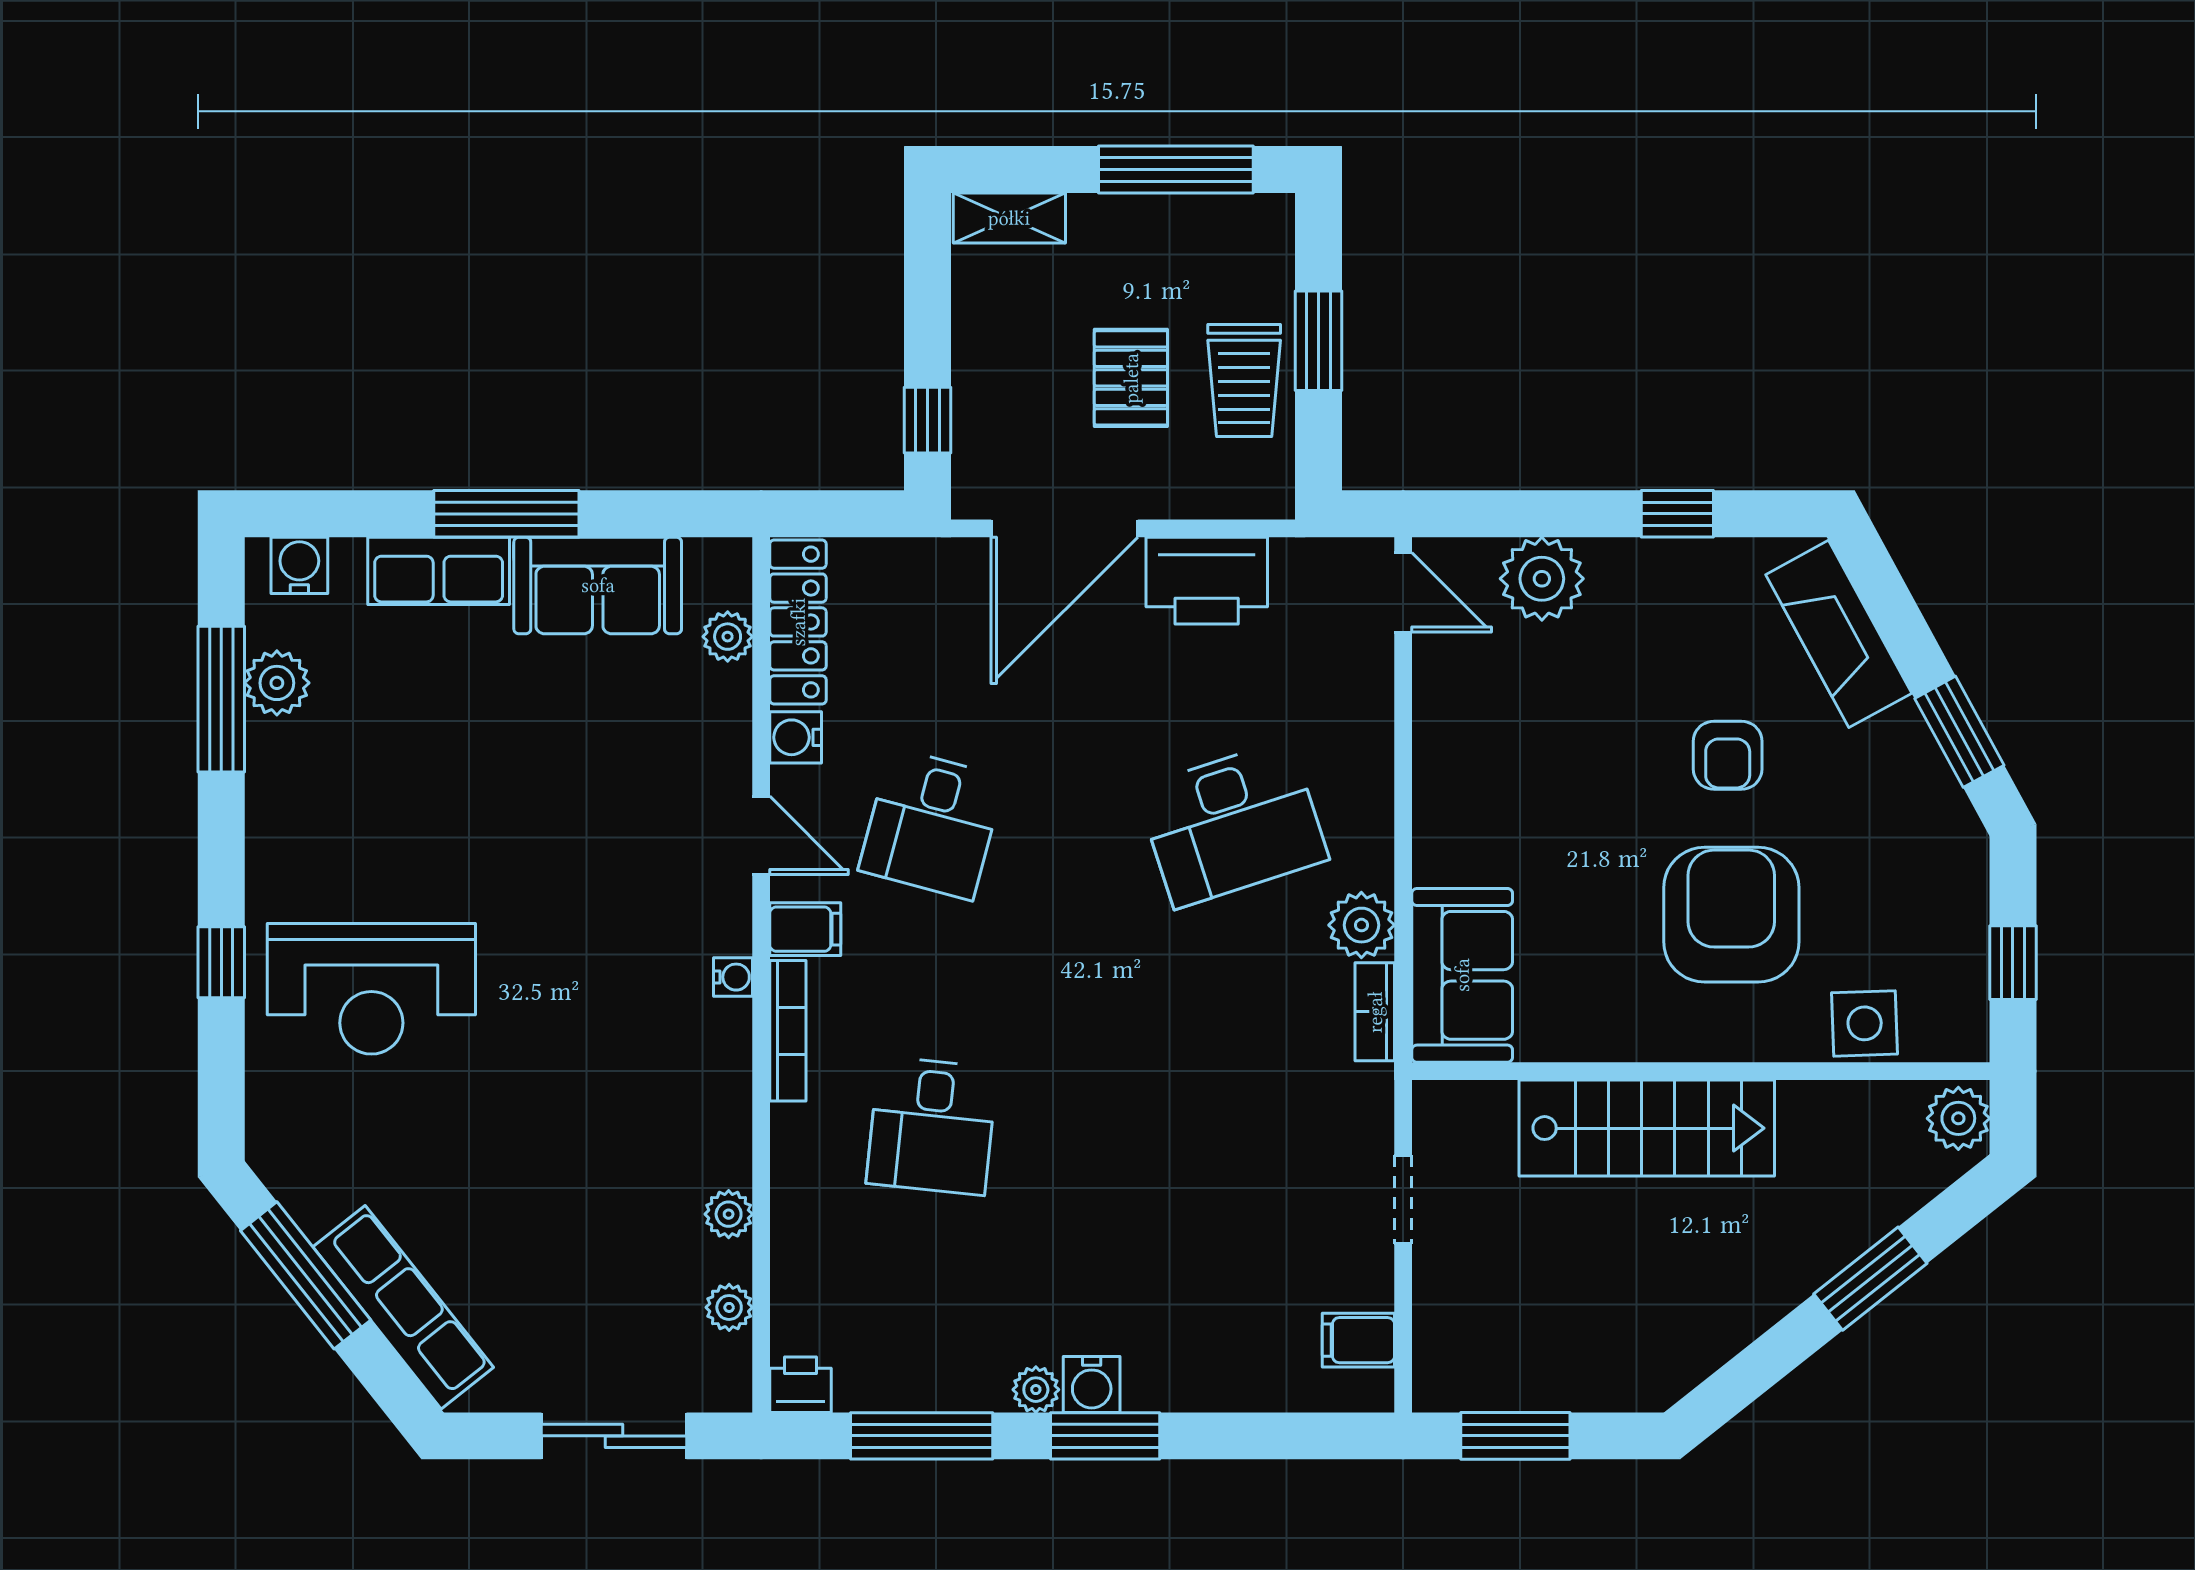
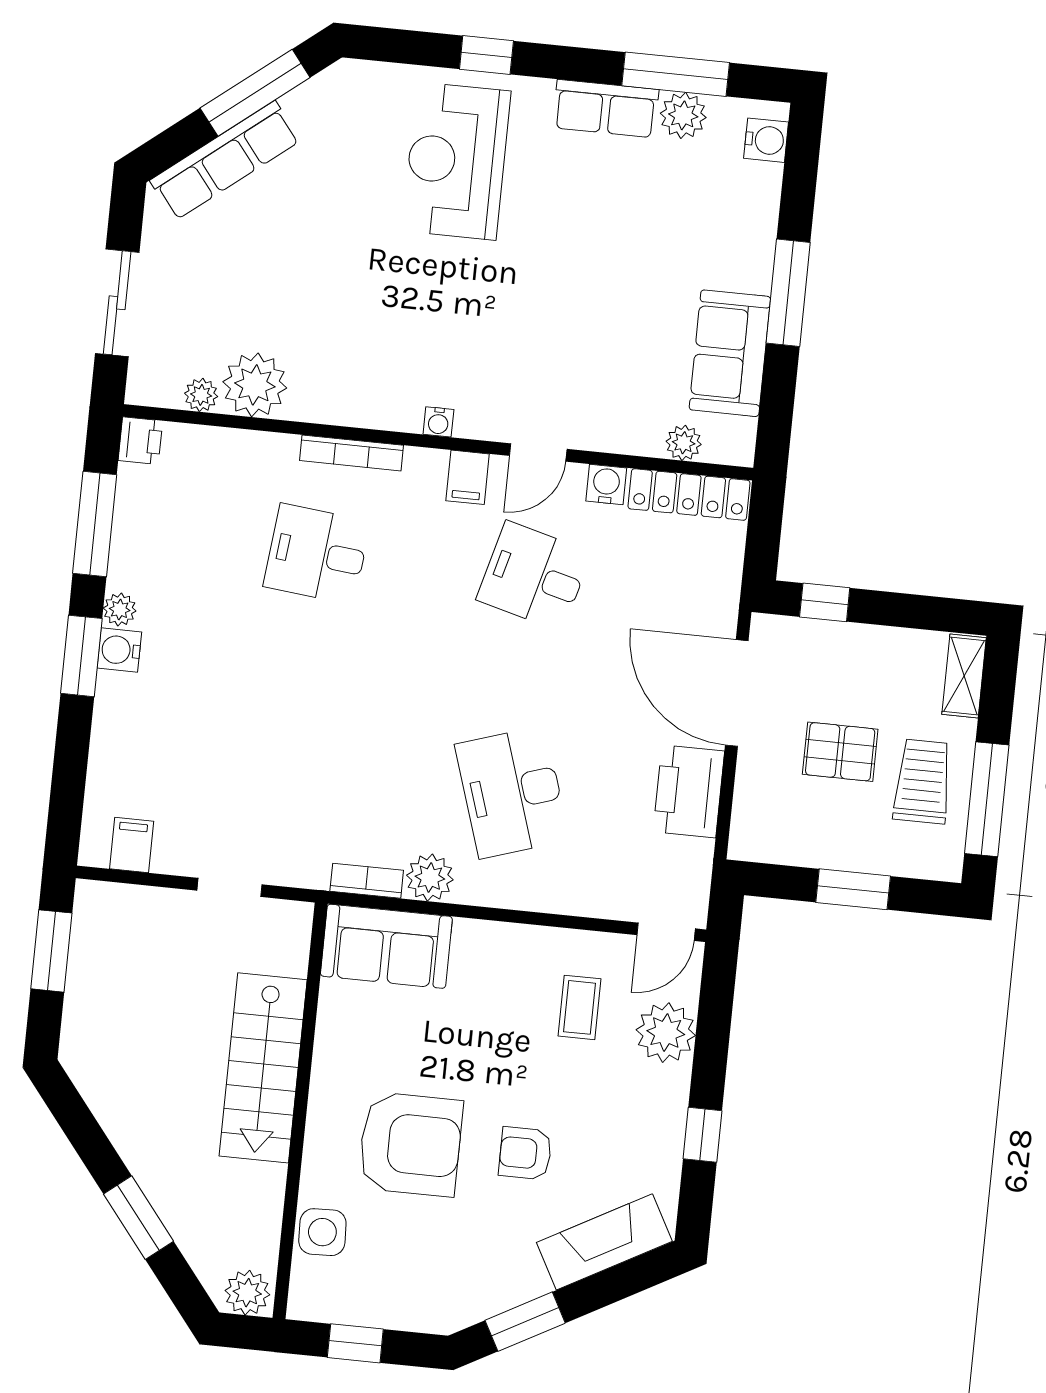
trolley: (1244, 381) -> (923, 781), moved, turned 90
row of seats: (439, 571) -> (606, 109), moved, turned -90
coffee table: (1519, 701) -> (580, 1007), added
bookcase: (788, 1031) -> (351, 453), moved
plant: (729, 1214) -> (255, 385), width x1.88, depth x1.88

